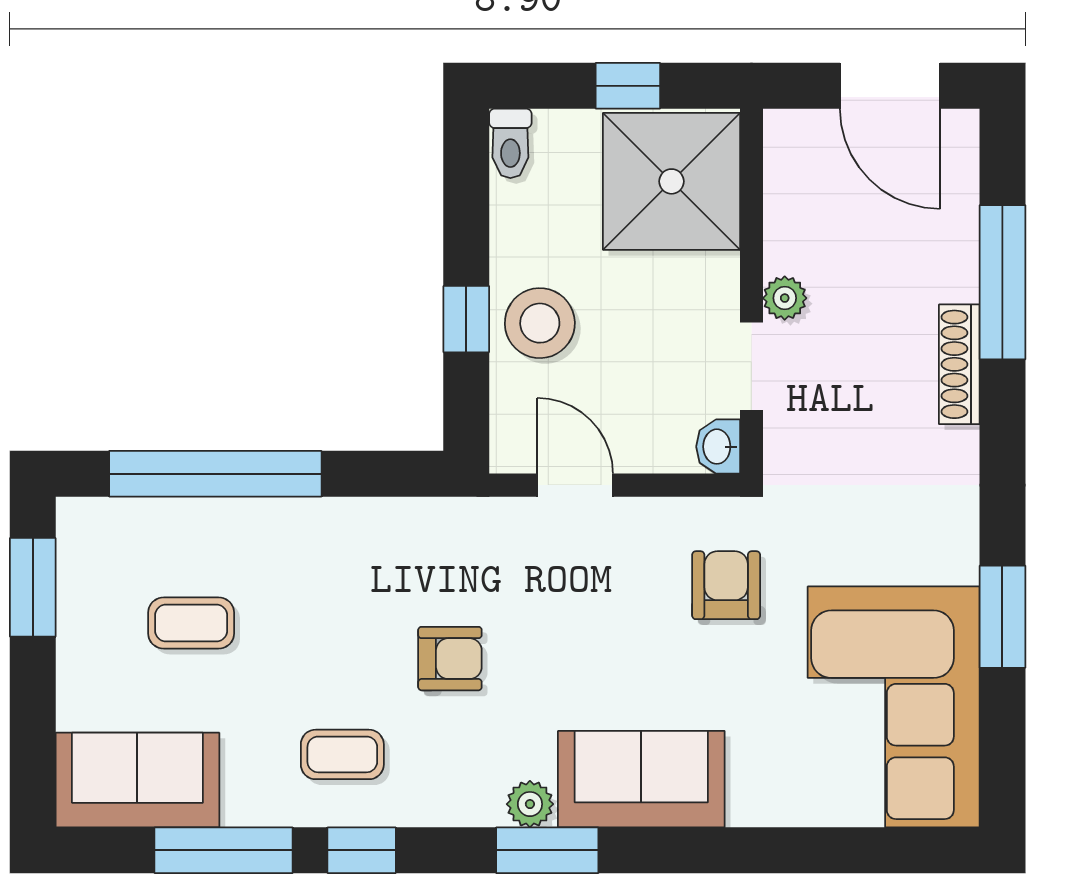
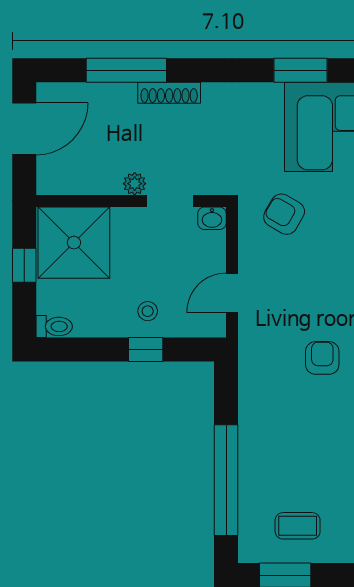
stool: (540, 323) -> (148, 311), width x0.53, depth x0.53
armchair: (726, 585) -> (284, 214), turned 30
coffee table: (191, 623) -> (298, 526), moved, turned 90

